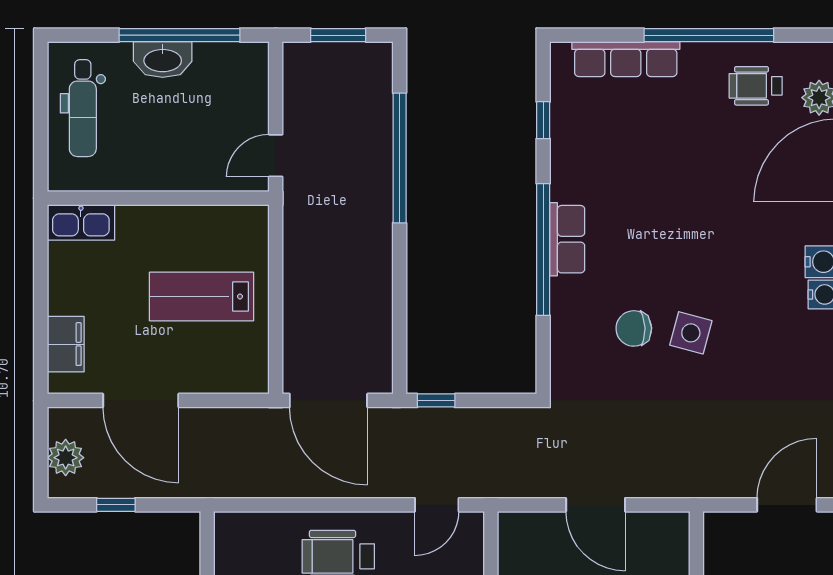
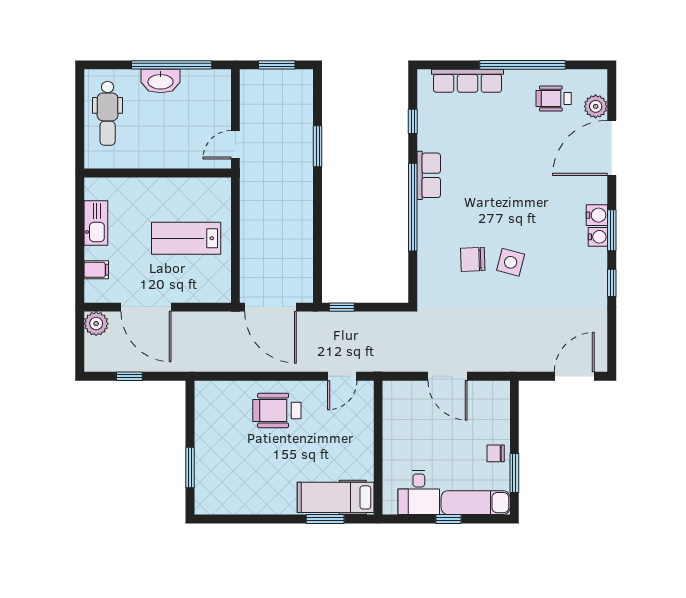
window: (400, 158) -> (318, 146), width x0.47
kitchen sink: (81, 222) -> (96, 223), moved, turned -90
row of seats: (567, 239) -> (429, 175), moved
filing cabinet: (66, 344) -> (96, 270), width x0.50
plant: (66, 458) -> (96, 324), moved

